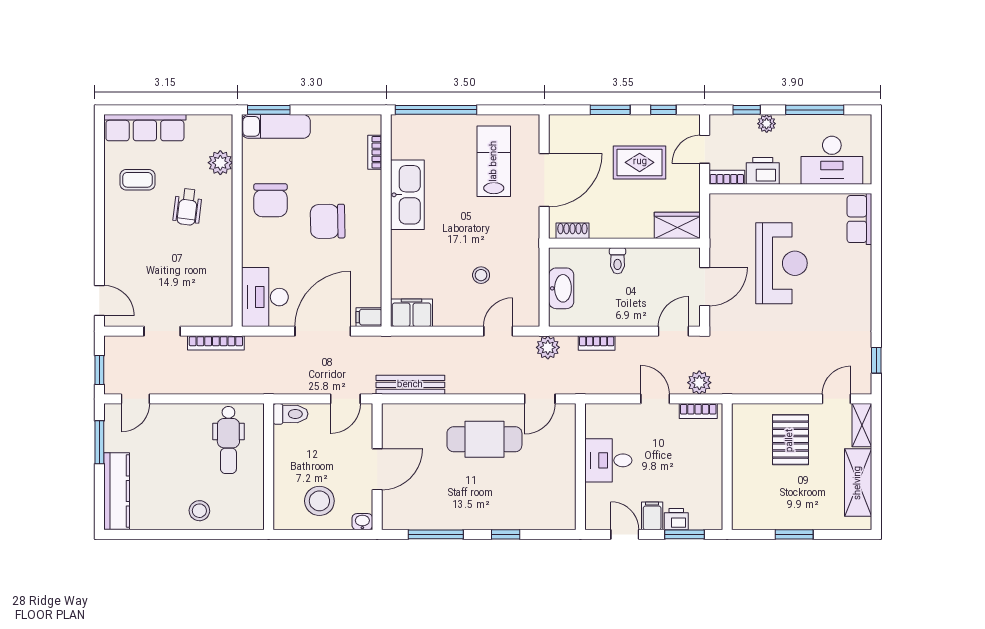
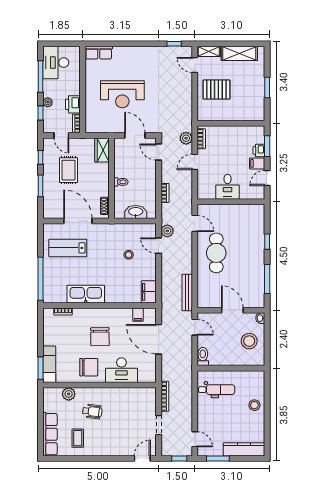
desk: (832, 160) -> (56, 63), moved, turned 180
reception desk: (782, 263) -> (122, 94), turned 180
desk: (265, 297) -> (121, 370), moved
filing cabinet: (369, 317) -> (138, 315), moved
plant: (548, 347) -> (167, 231), moved

